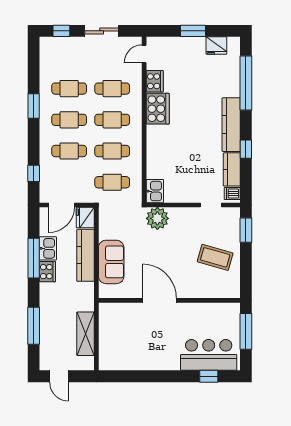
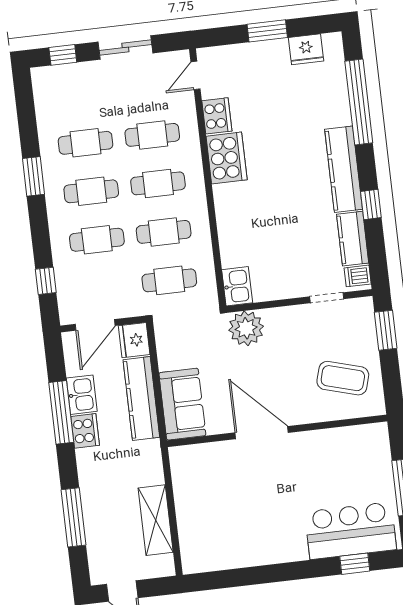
door: (159, 300) -> (262, 433), moved
wall: (169, 300) -> (277, 431), moved

